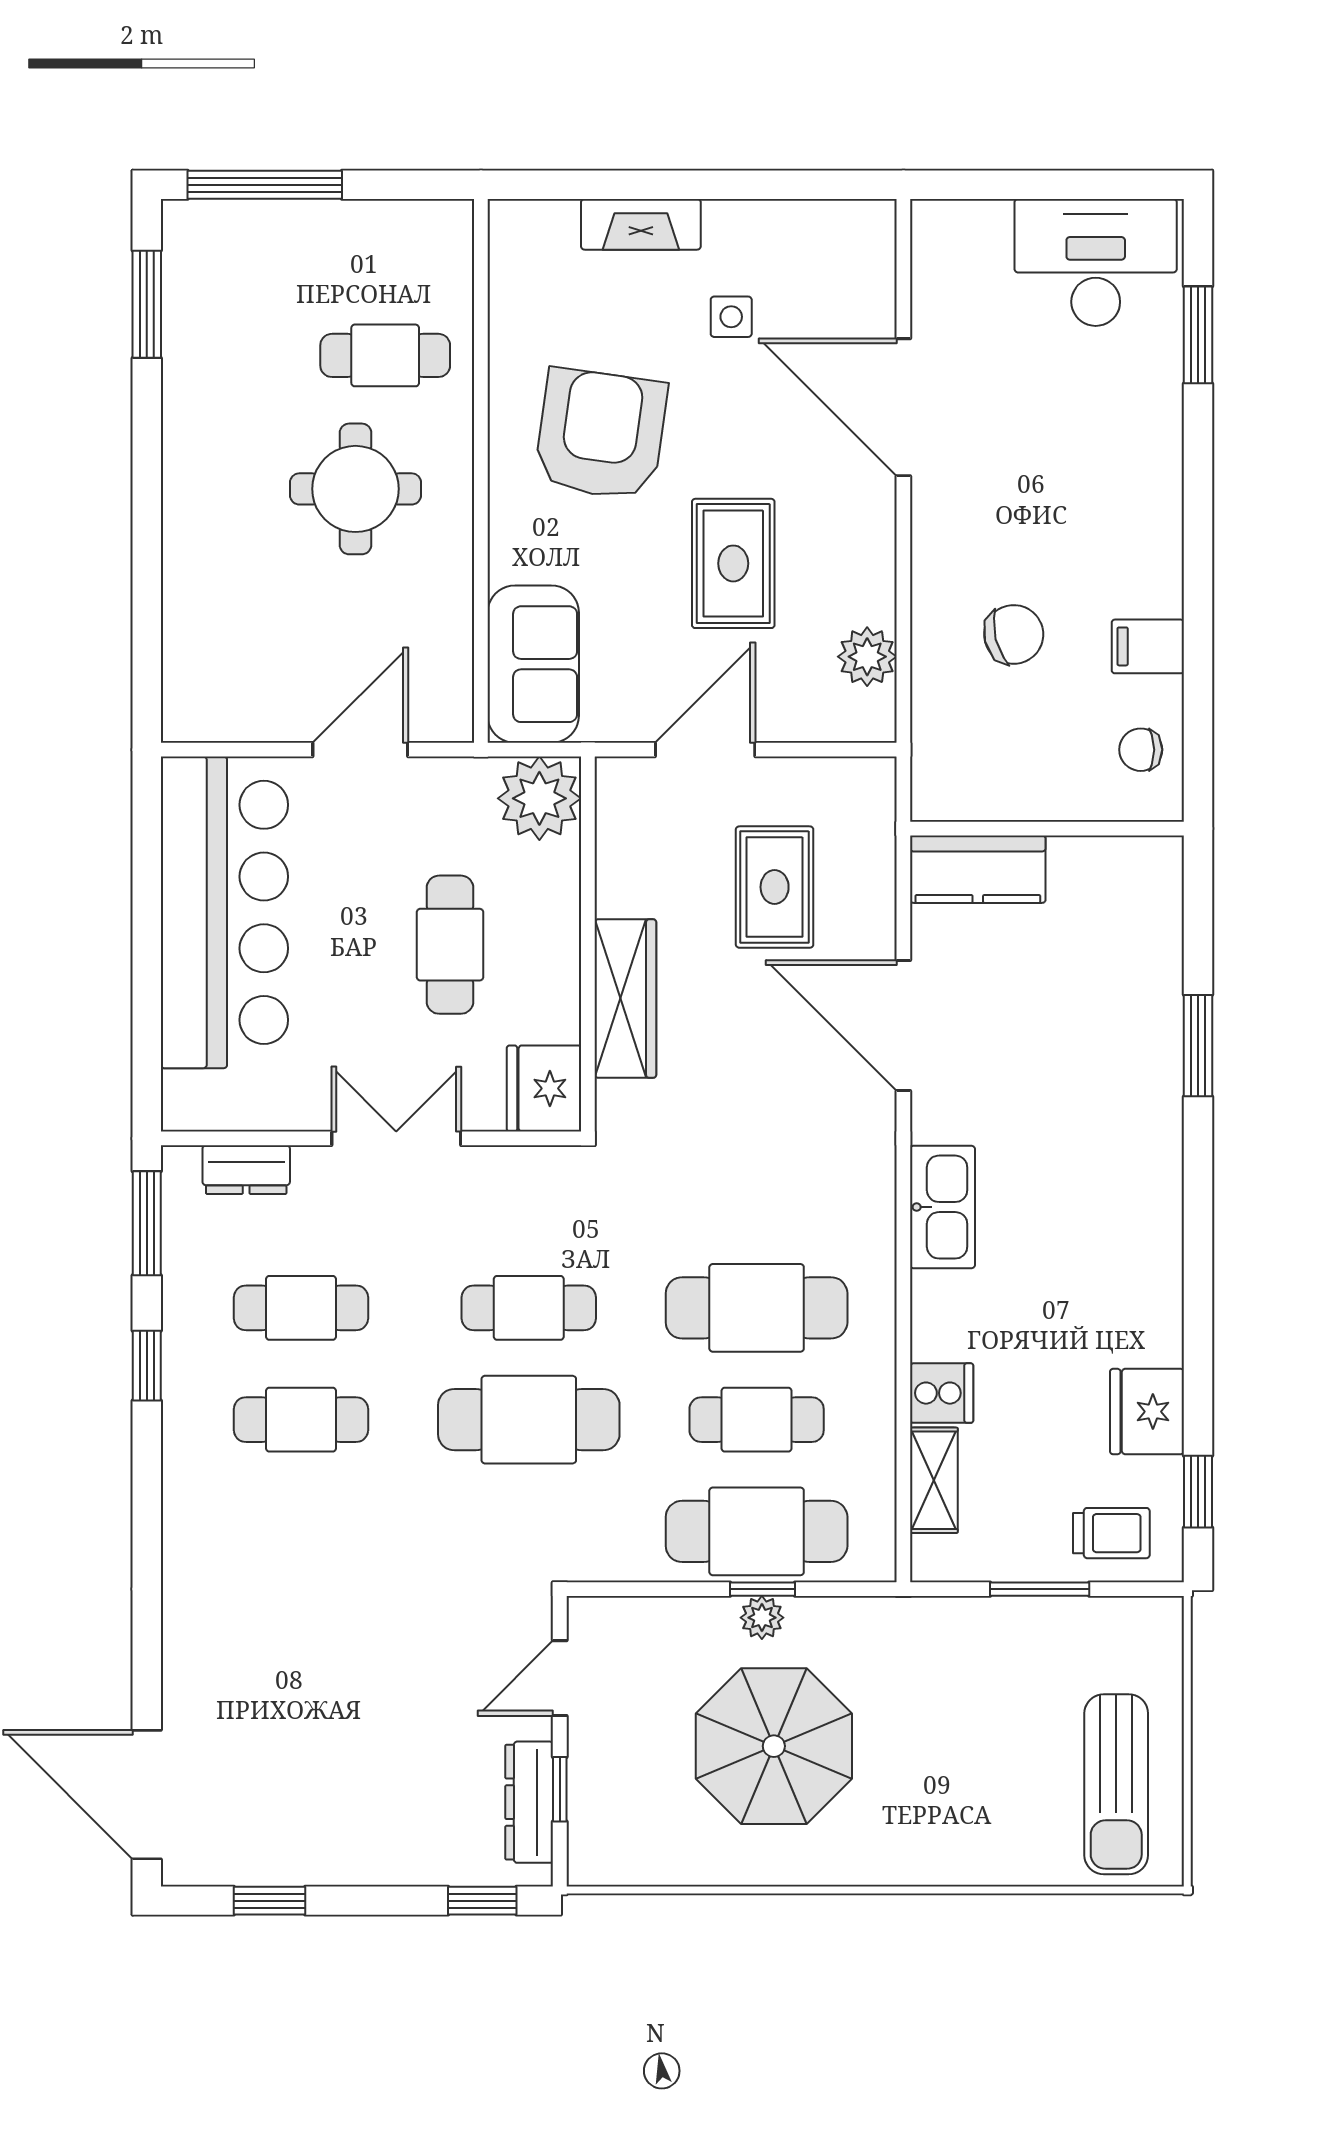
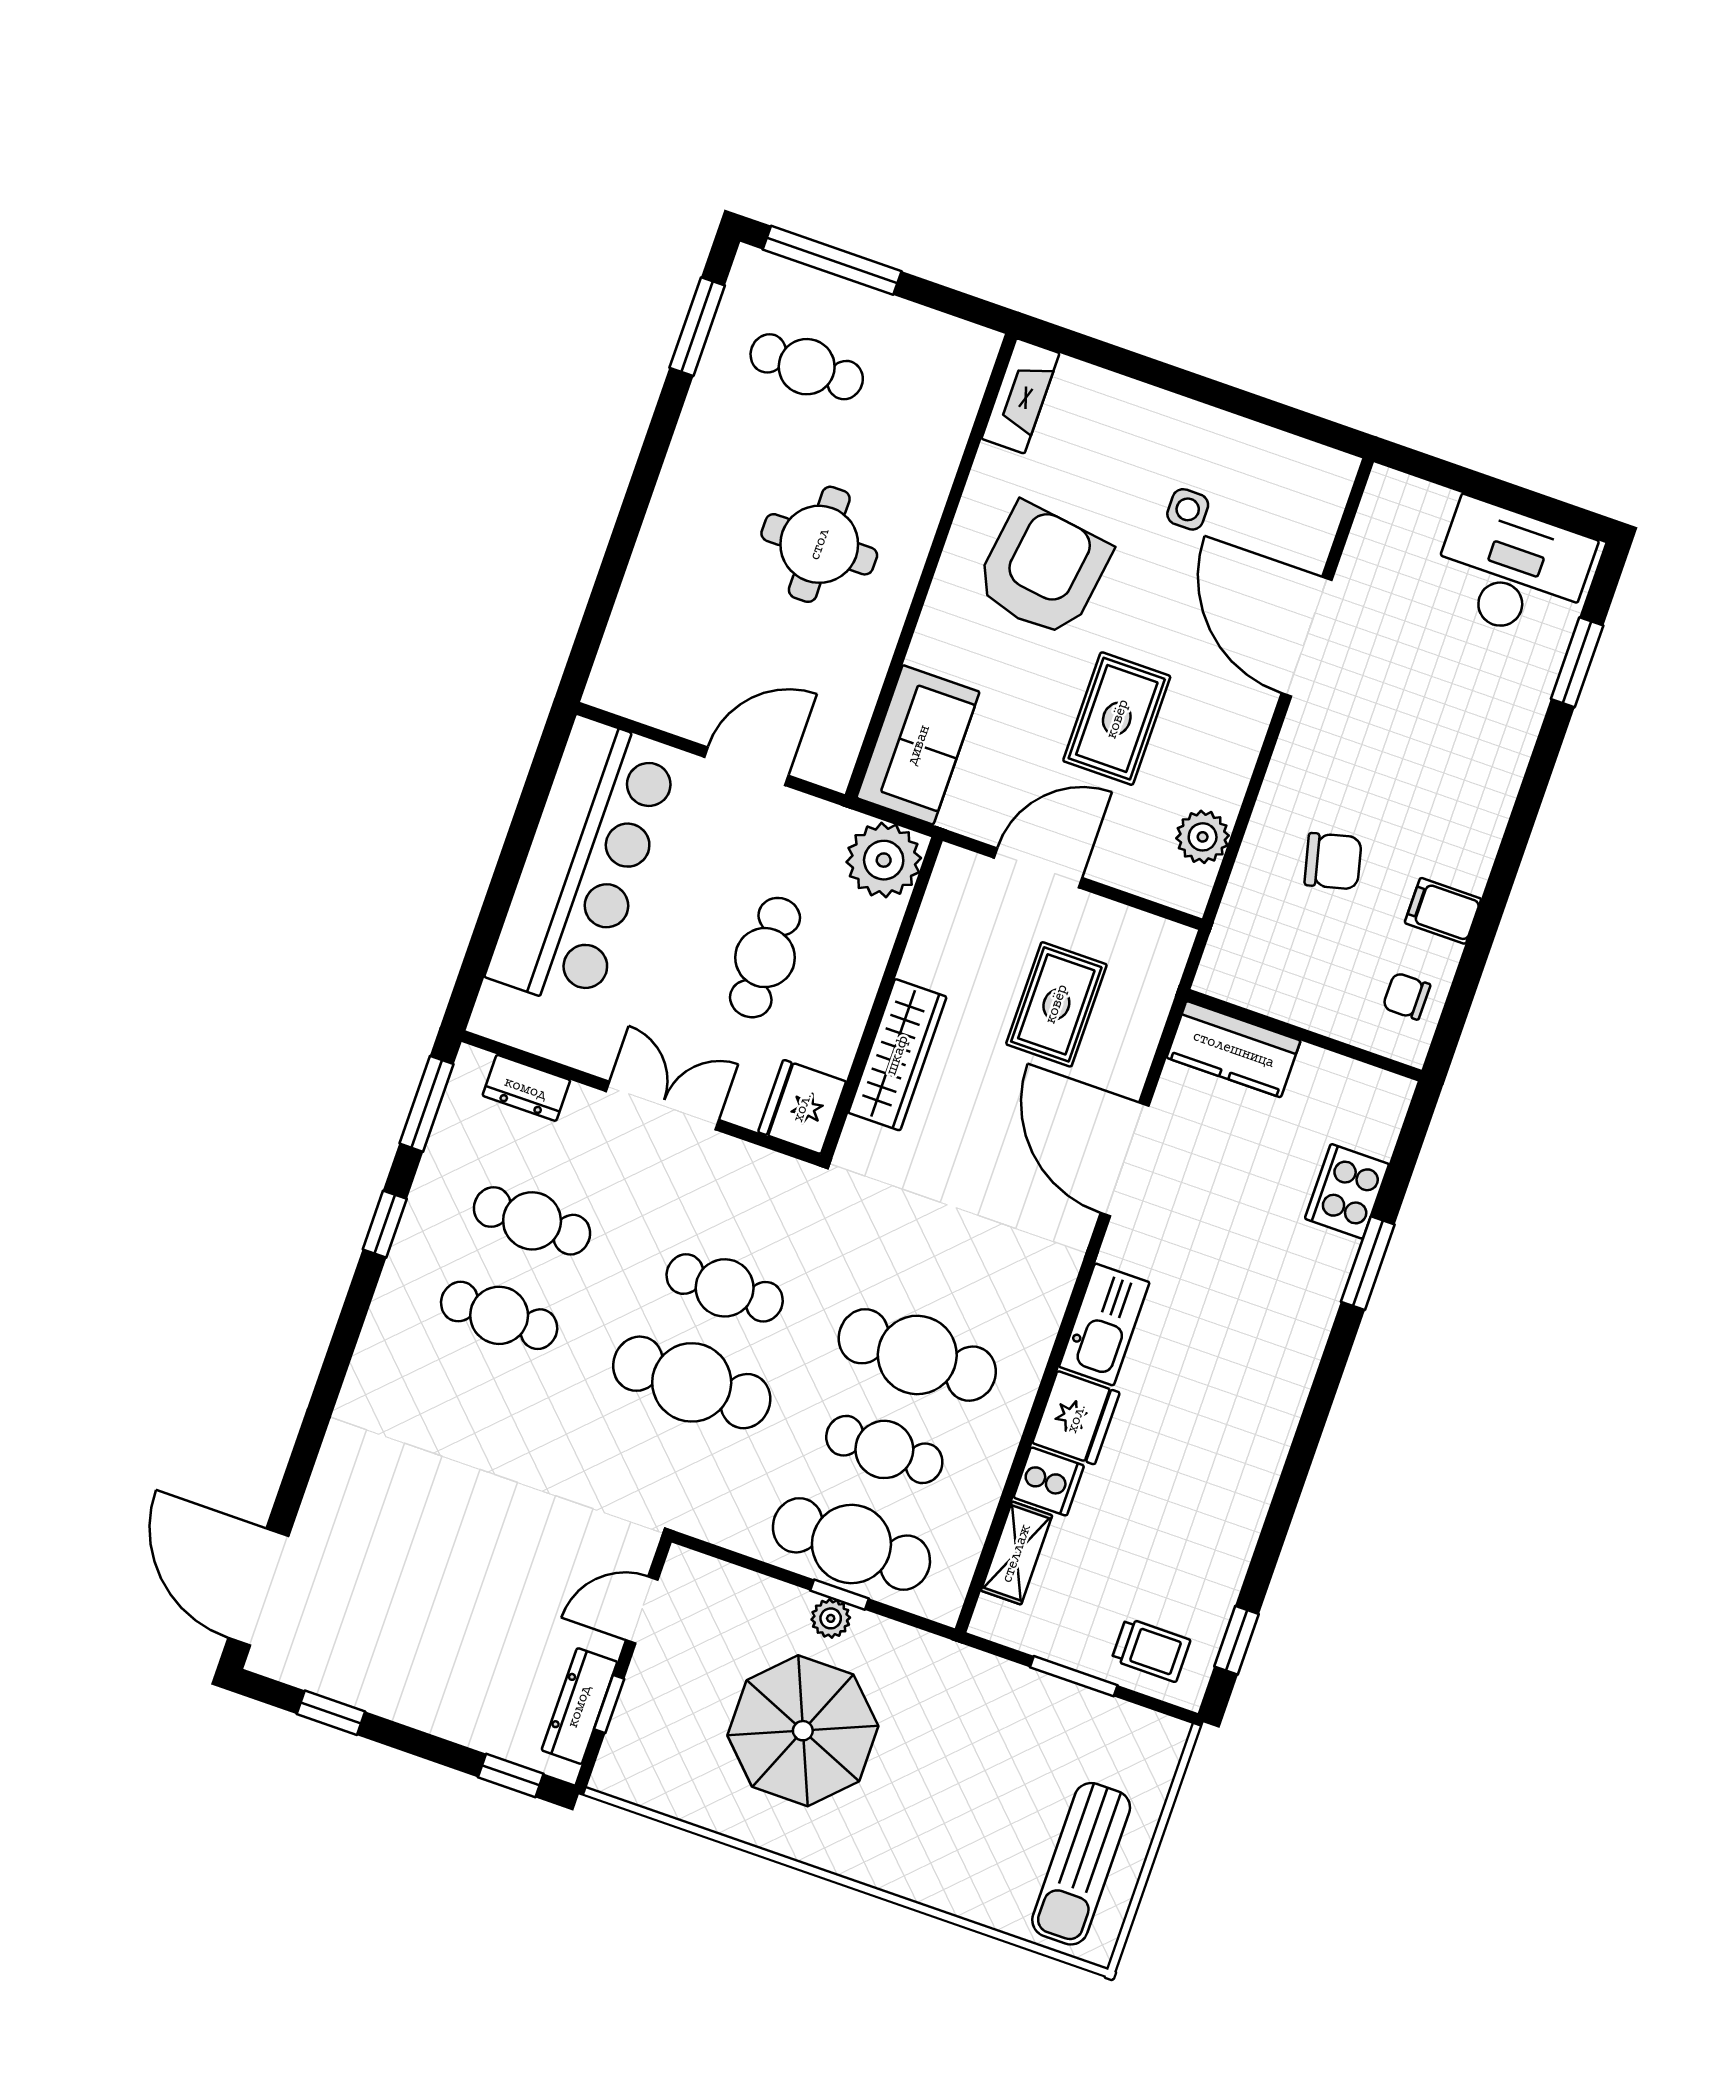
fireplace: (641, 224) -> (1020, 396), moved, turned -90
cafe table: (385, 355) -> (807, 367), moved
cooker: (1150, 977) -> (1347, 1191), added
fridge: (1147, 1412) -> (1076, 1418), moved, turned 180

